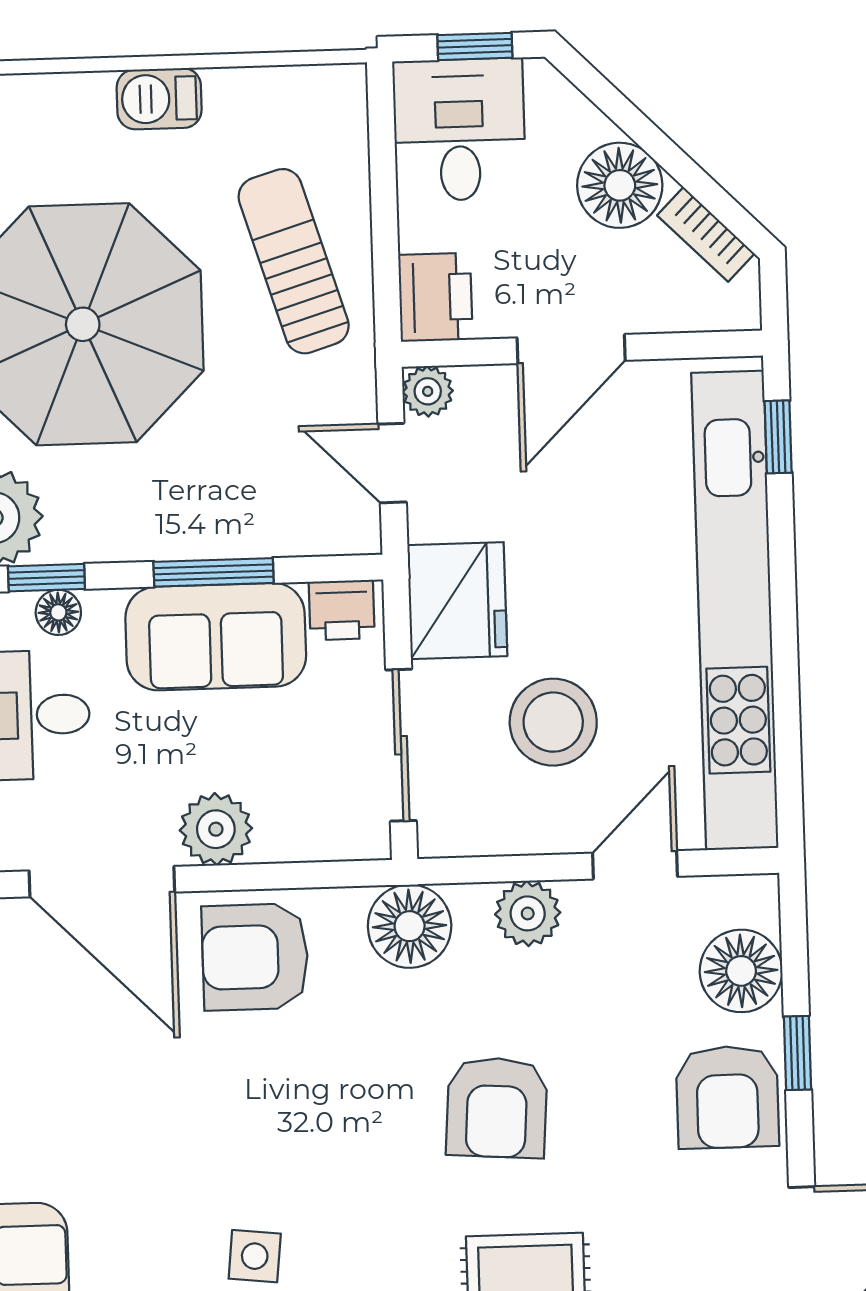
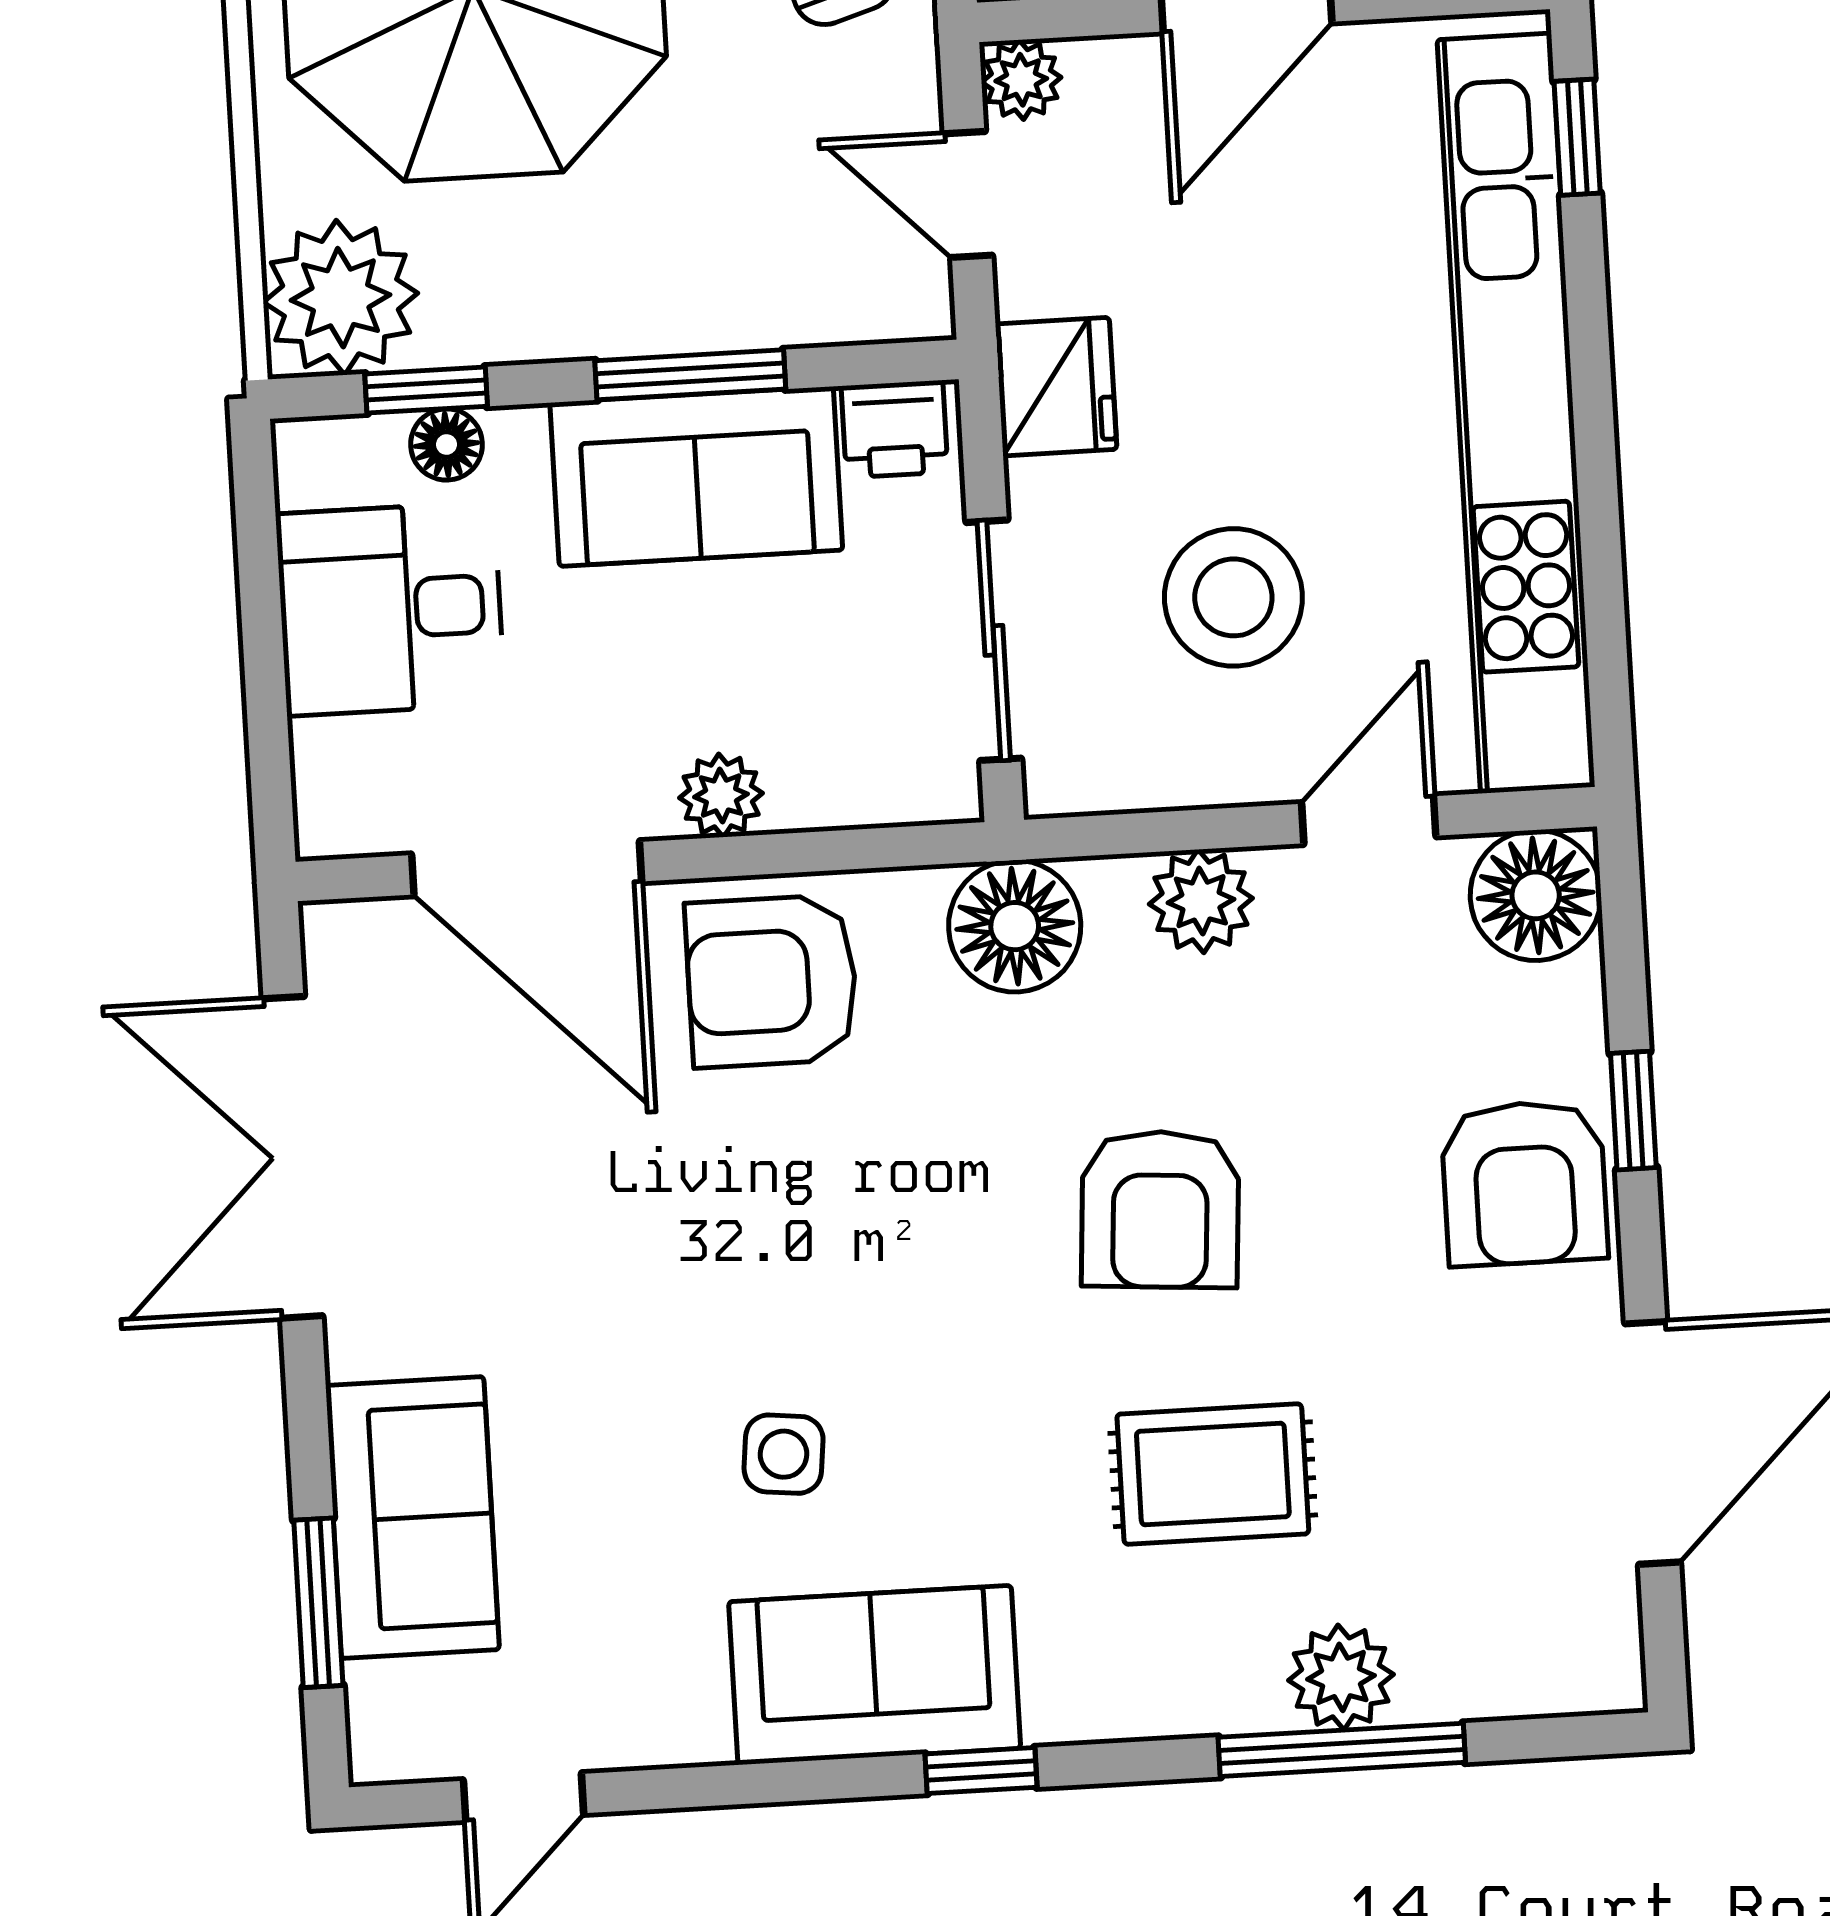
fridge: (457, 601) -> (1056, 387), width x0.73, depth x0.75
plant: (216, 829) -> (721, 796), width x0.73, depth x0.73
floor lamp: (741, 971) -> (1536, 895), moved

